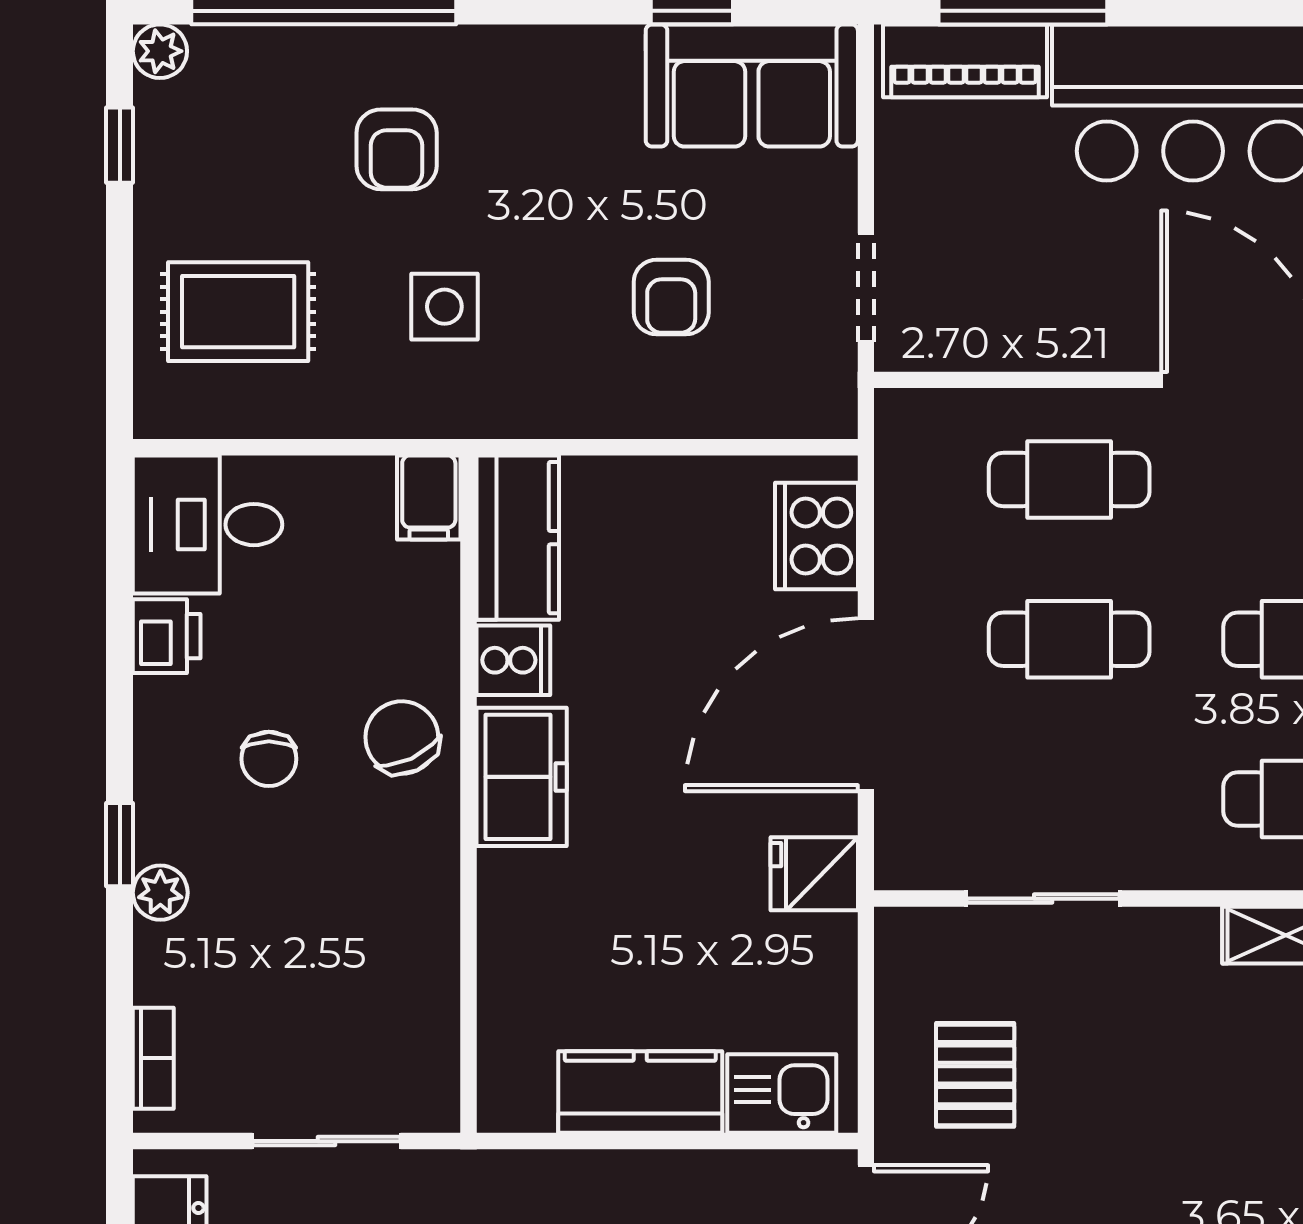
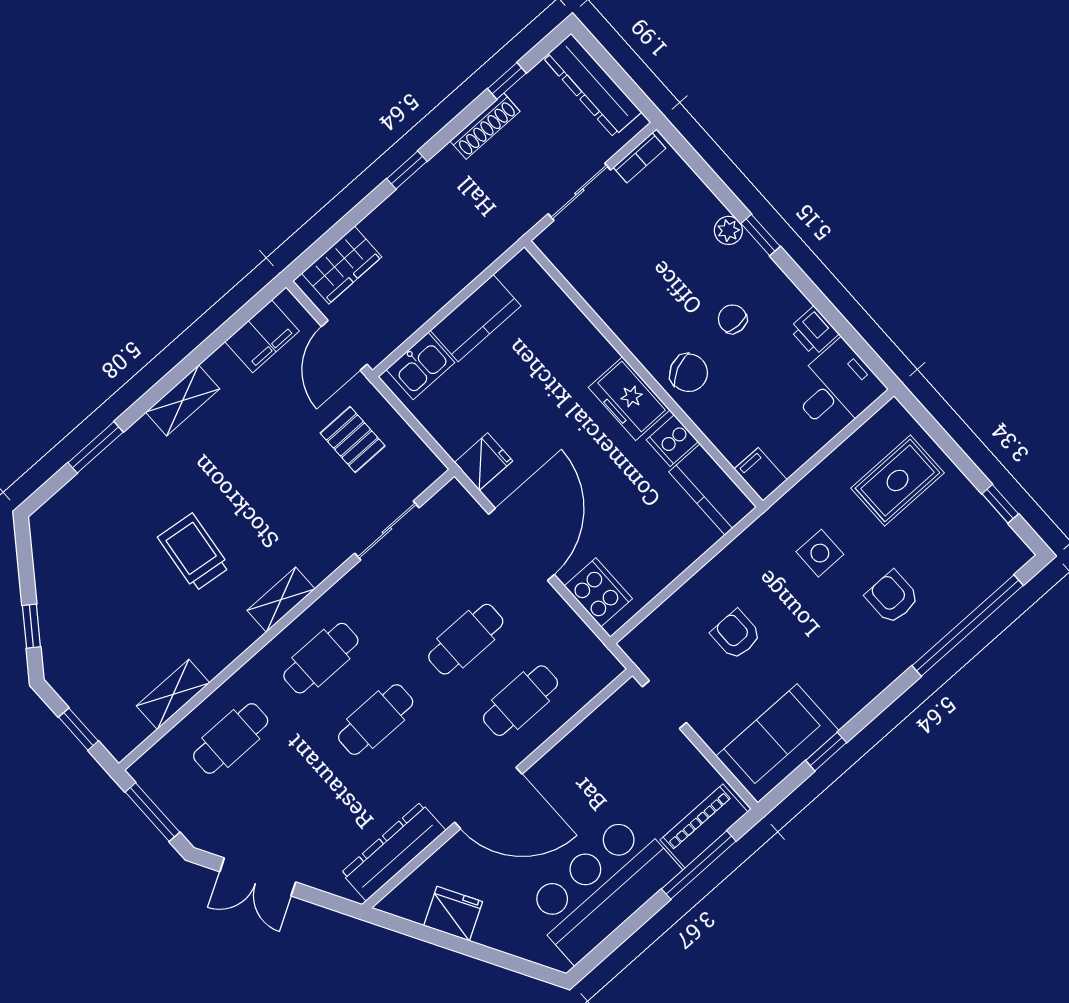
plant: (160, 51) -> (1017, 554), removed
bookcase: (153, 1058) -> (639, 158), moved, turned -90

